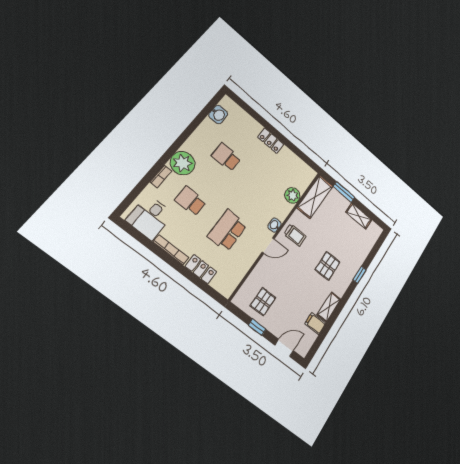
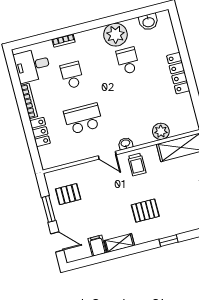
locker: (271, 141) -> (178, 73), width x1.53
plant: (183, 163) -> (115, 35), moved
window: (257, 327) -> (49, 209), width x1.50

